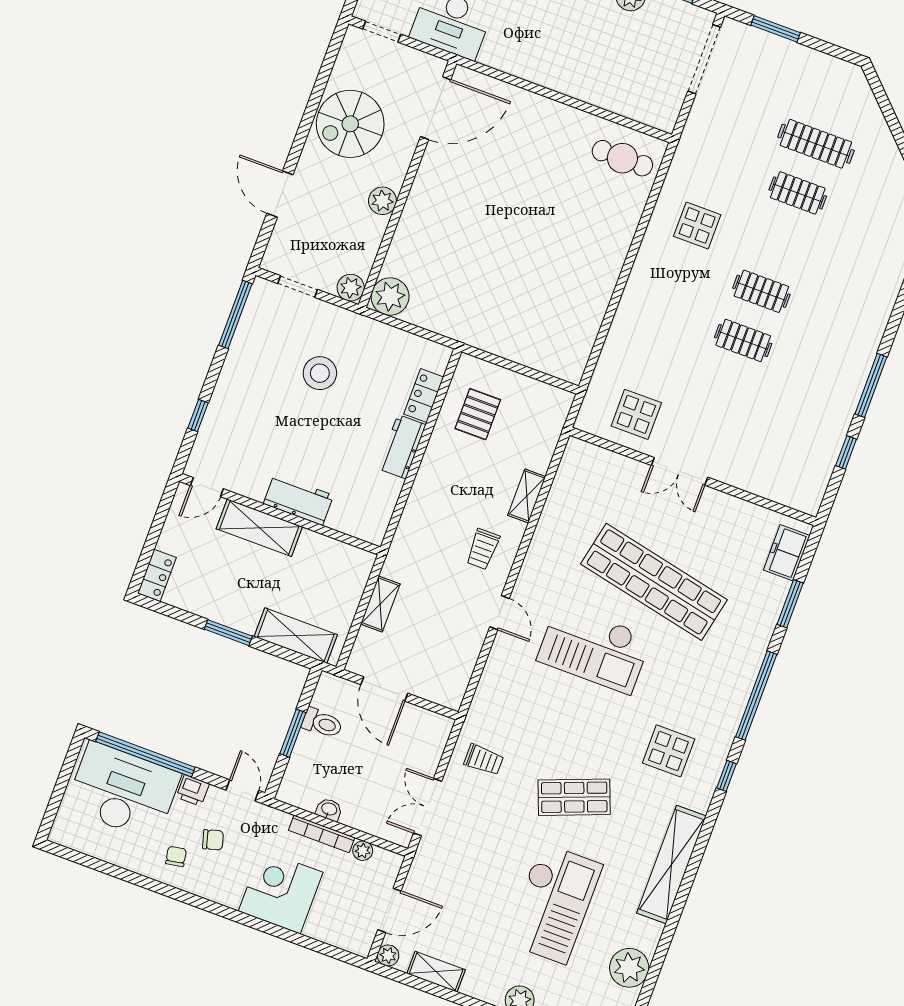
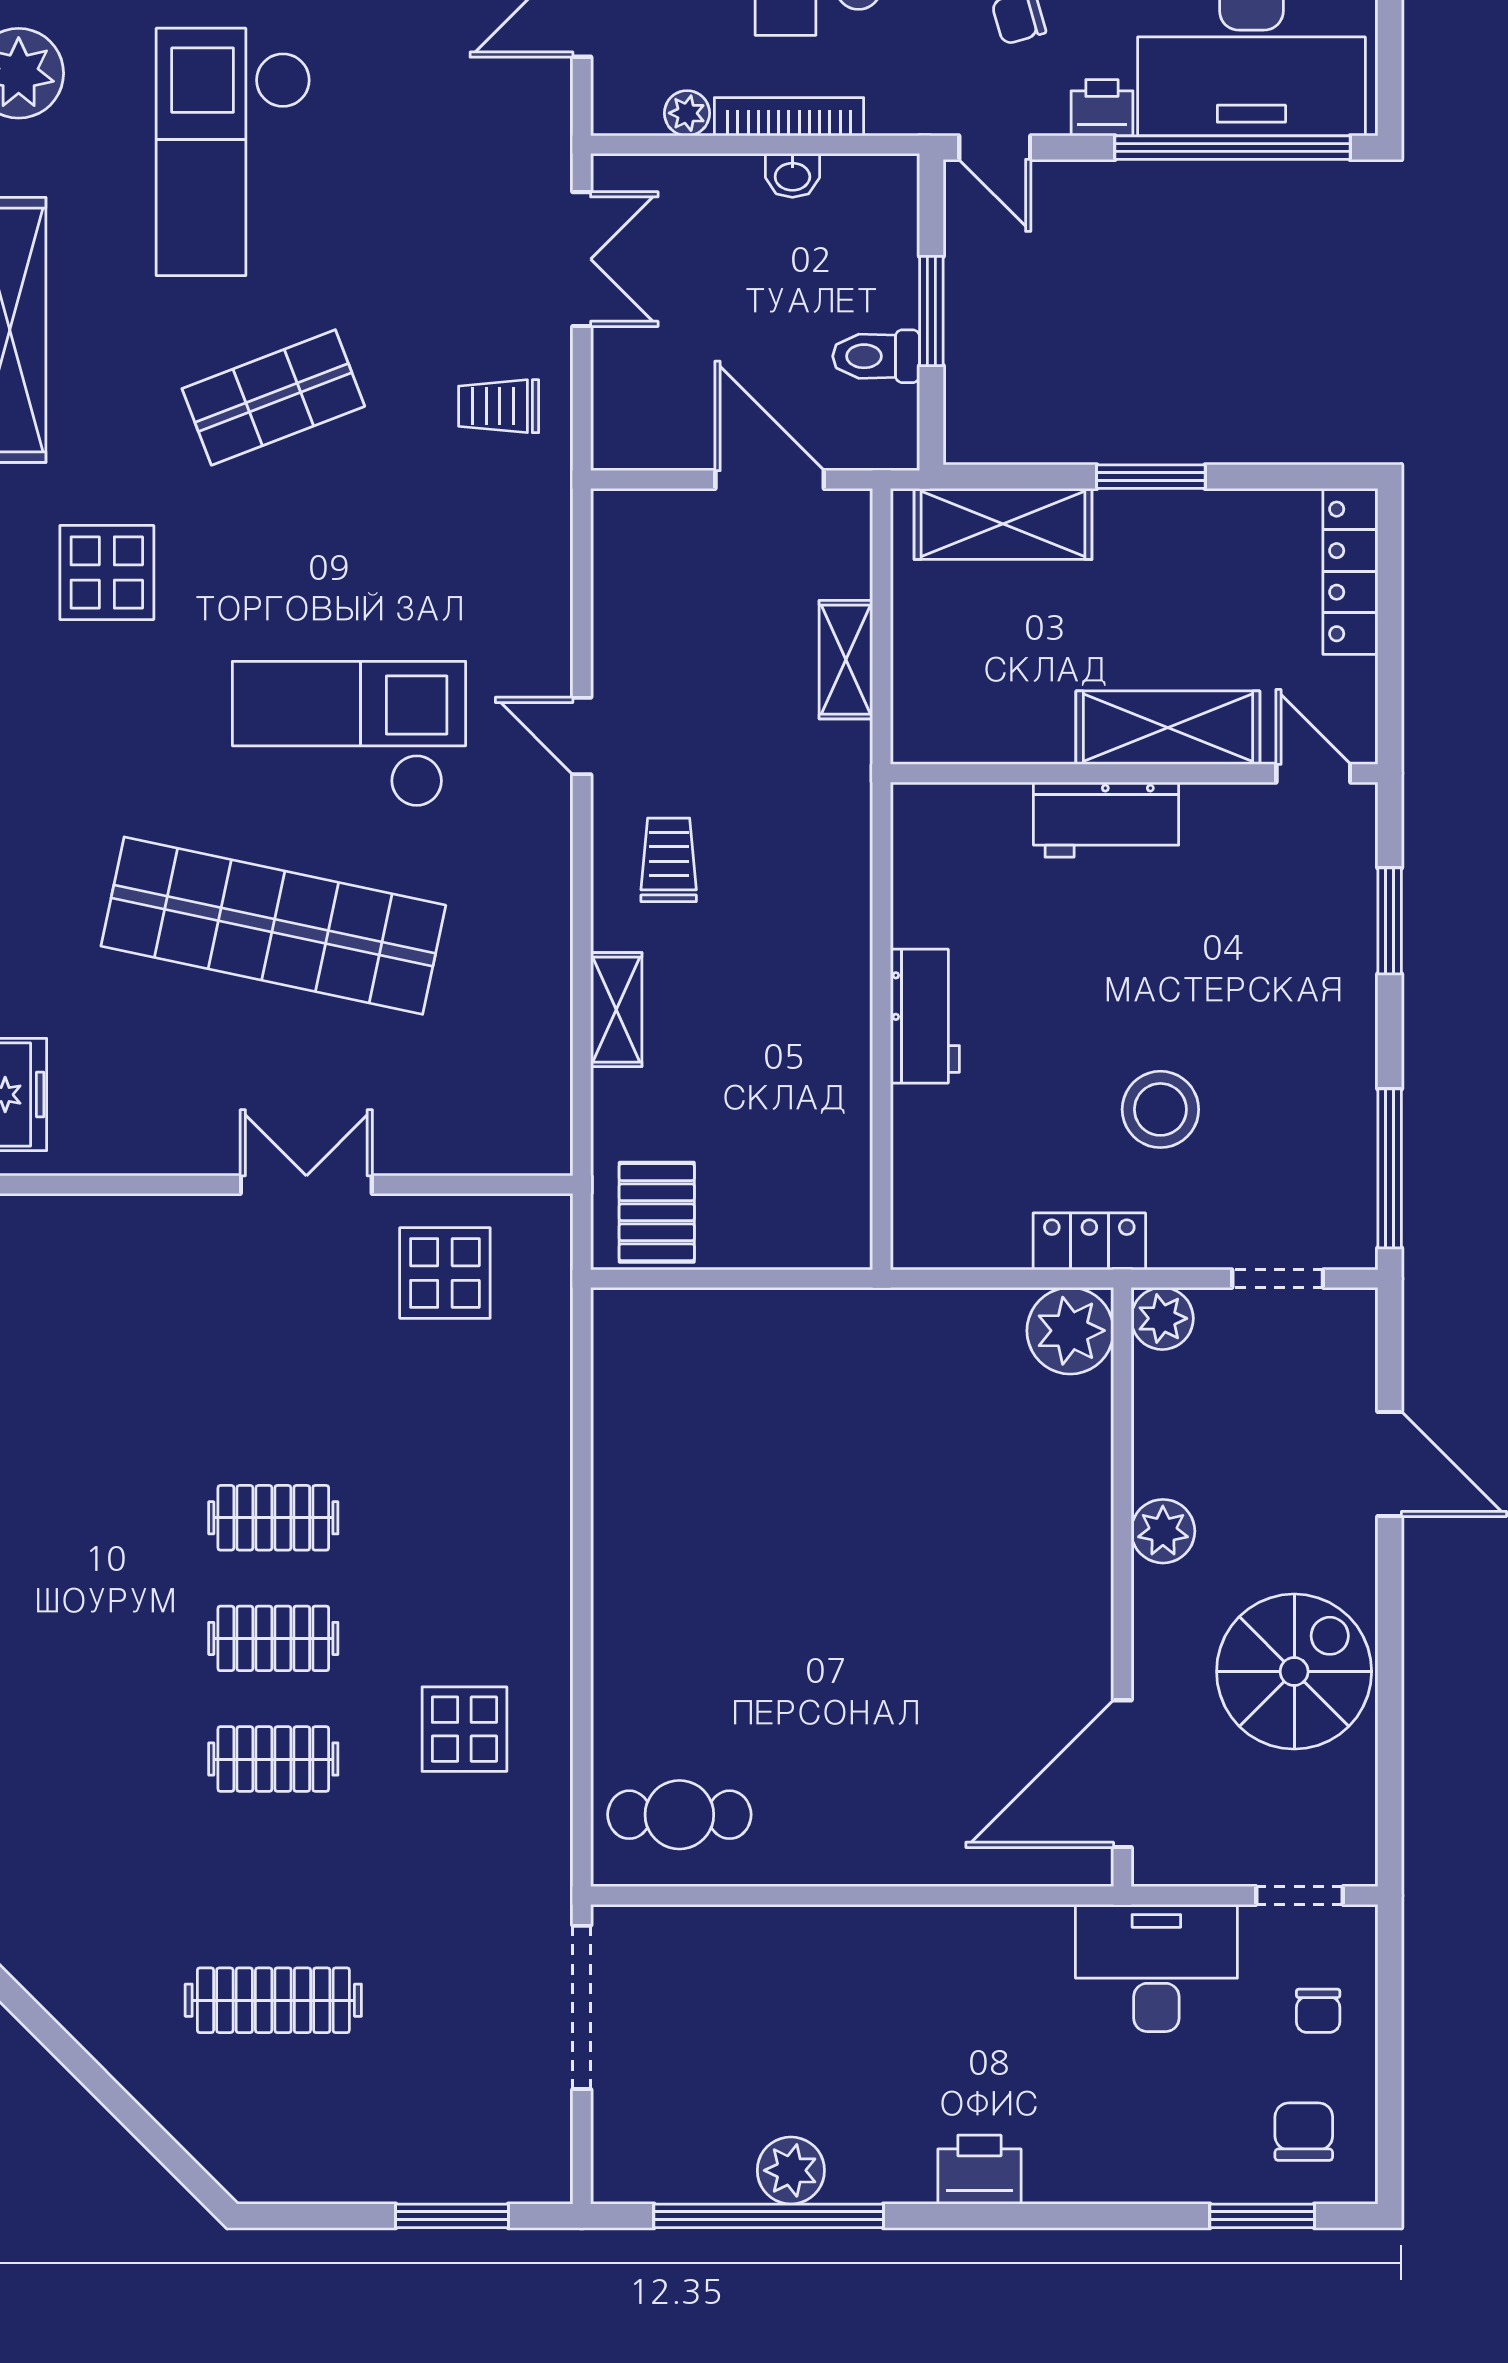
doorway: (704, 59) -> (582, 2007), moved
clothes rail: (798, 193) -> (273, 1759), moved
locker: (424, 396) -> (1089, 1241), moved, turned -90
pallet: (478, 414) -> (657, 1212), moved
window: (198, 415) -> (1390, 921), width x1.50
door: (207, 487) -> (1313, 773), hinge flipped
locker: (157, 576) -> (1350, 571), width x1.53

